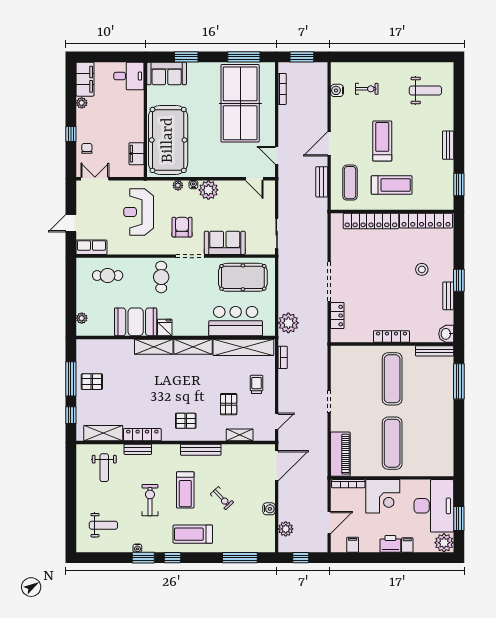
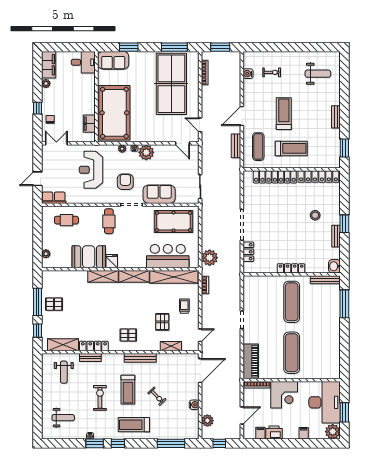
printer: (390, 544) -> (274, 432), moved

